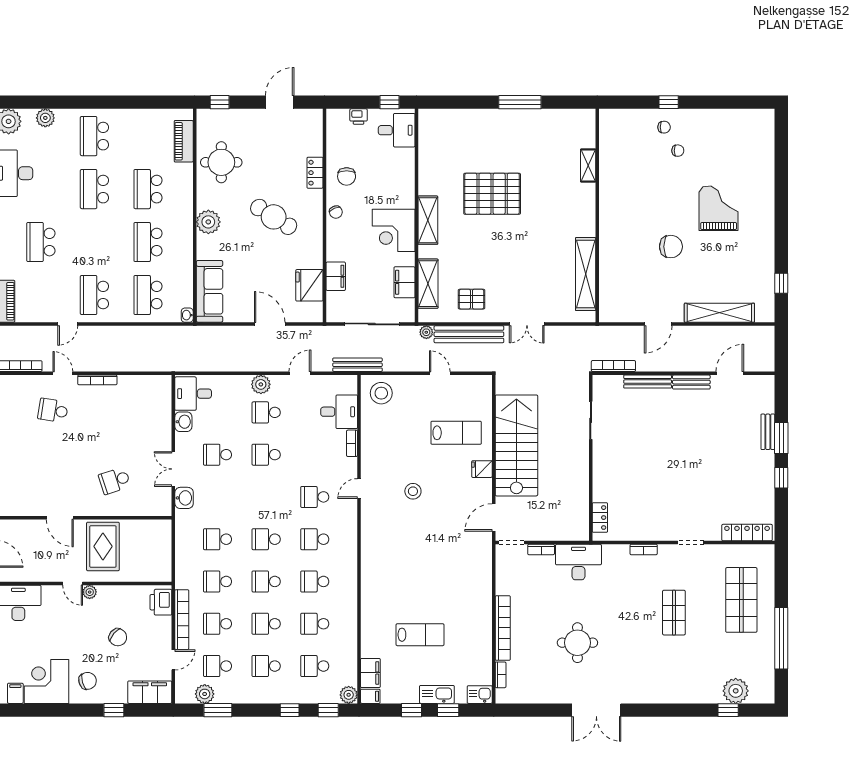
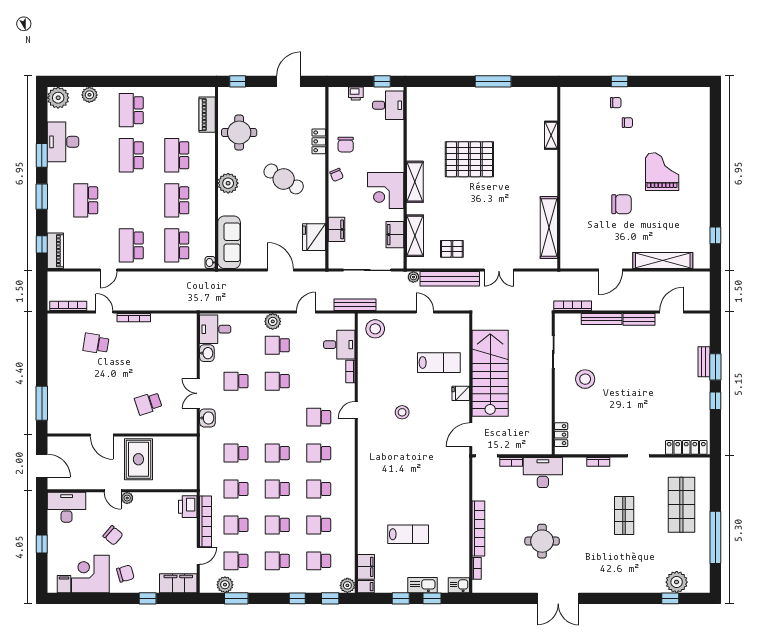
stool: (628, 452) -> (585, 379), added
chair: (118, 637) -> (113, 535), moved

